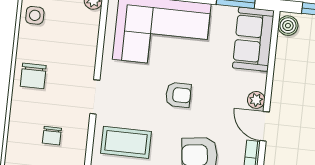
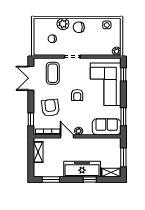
boiler: (288, 26) -> (114, 142), removed
plant: (22, 109) -> (63, 24), added
door: (265, 126) -> (67, 136), hinge flipped

